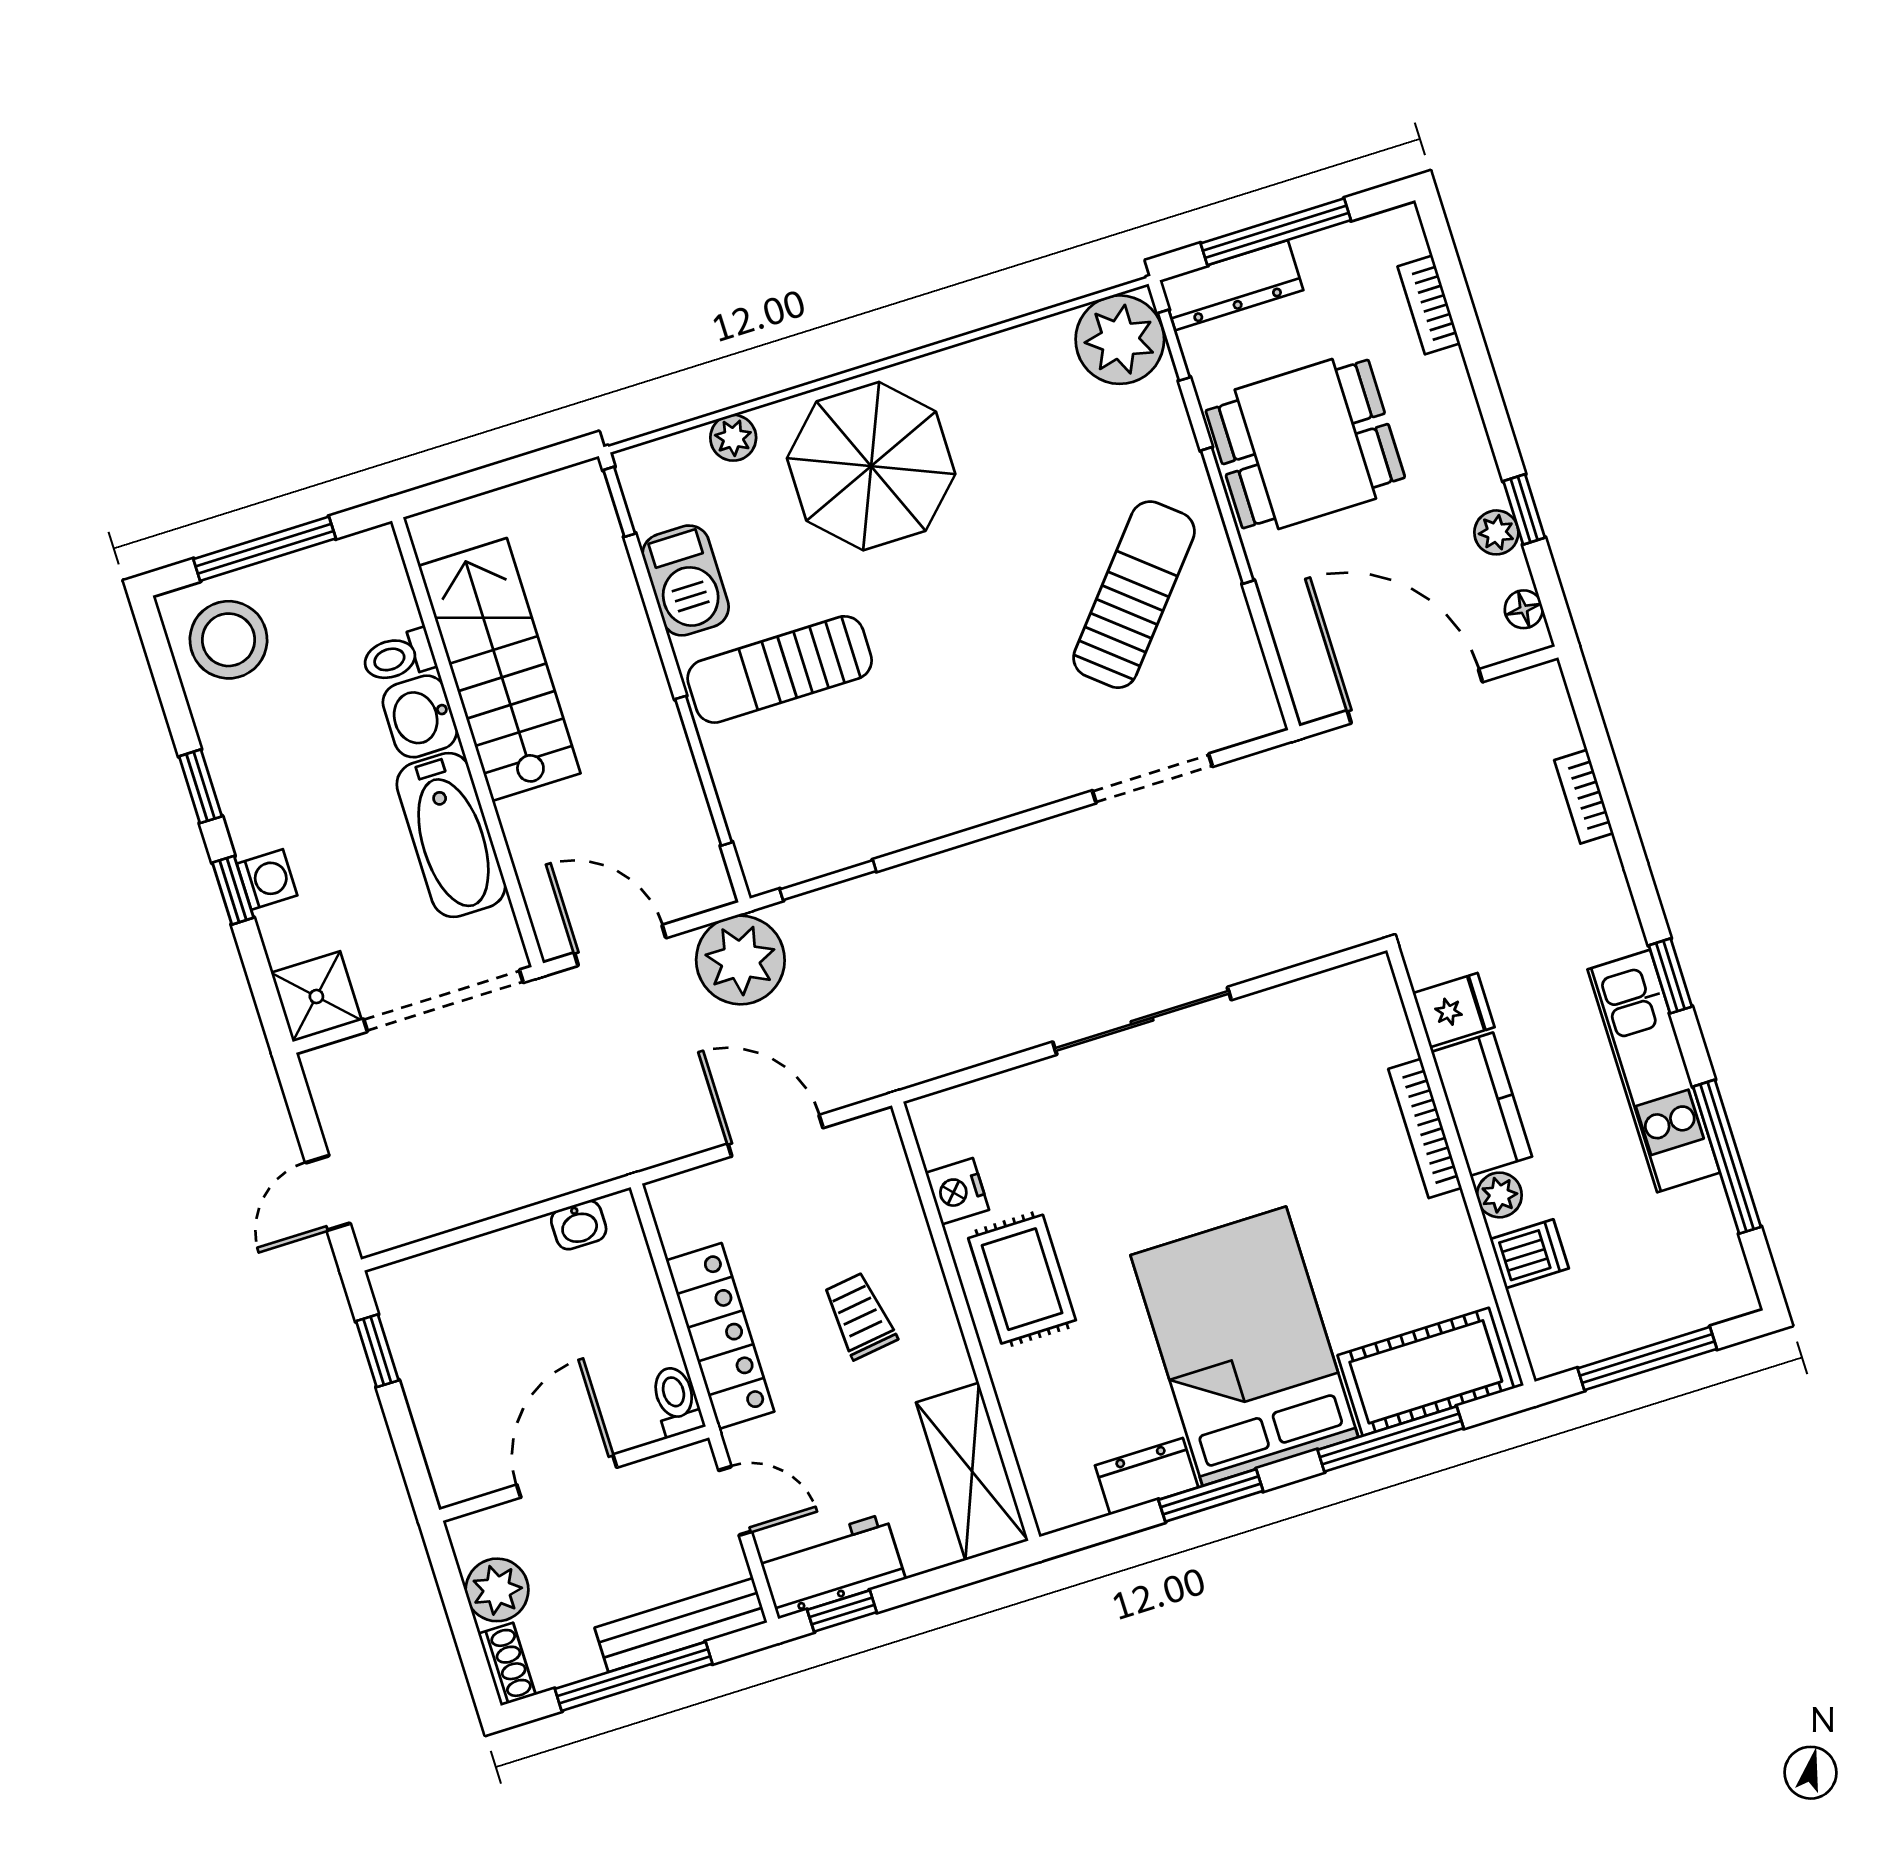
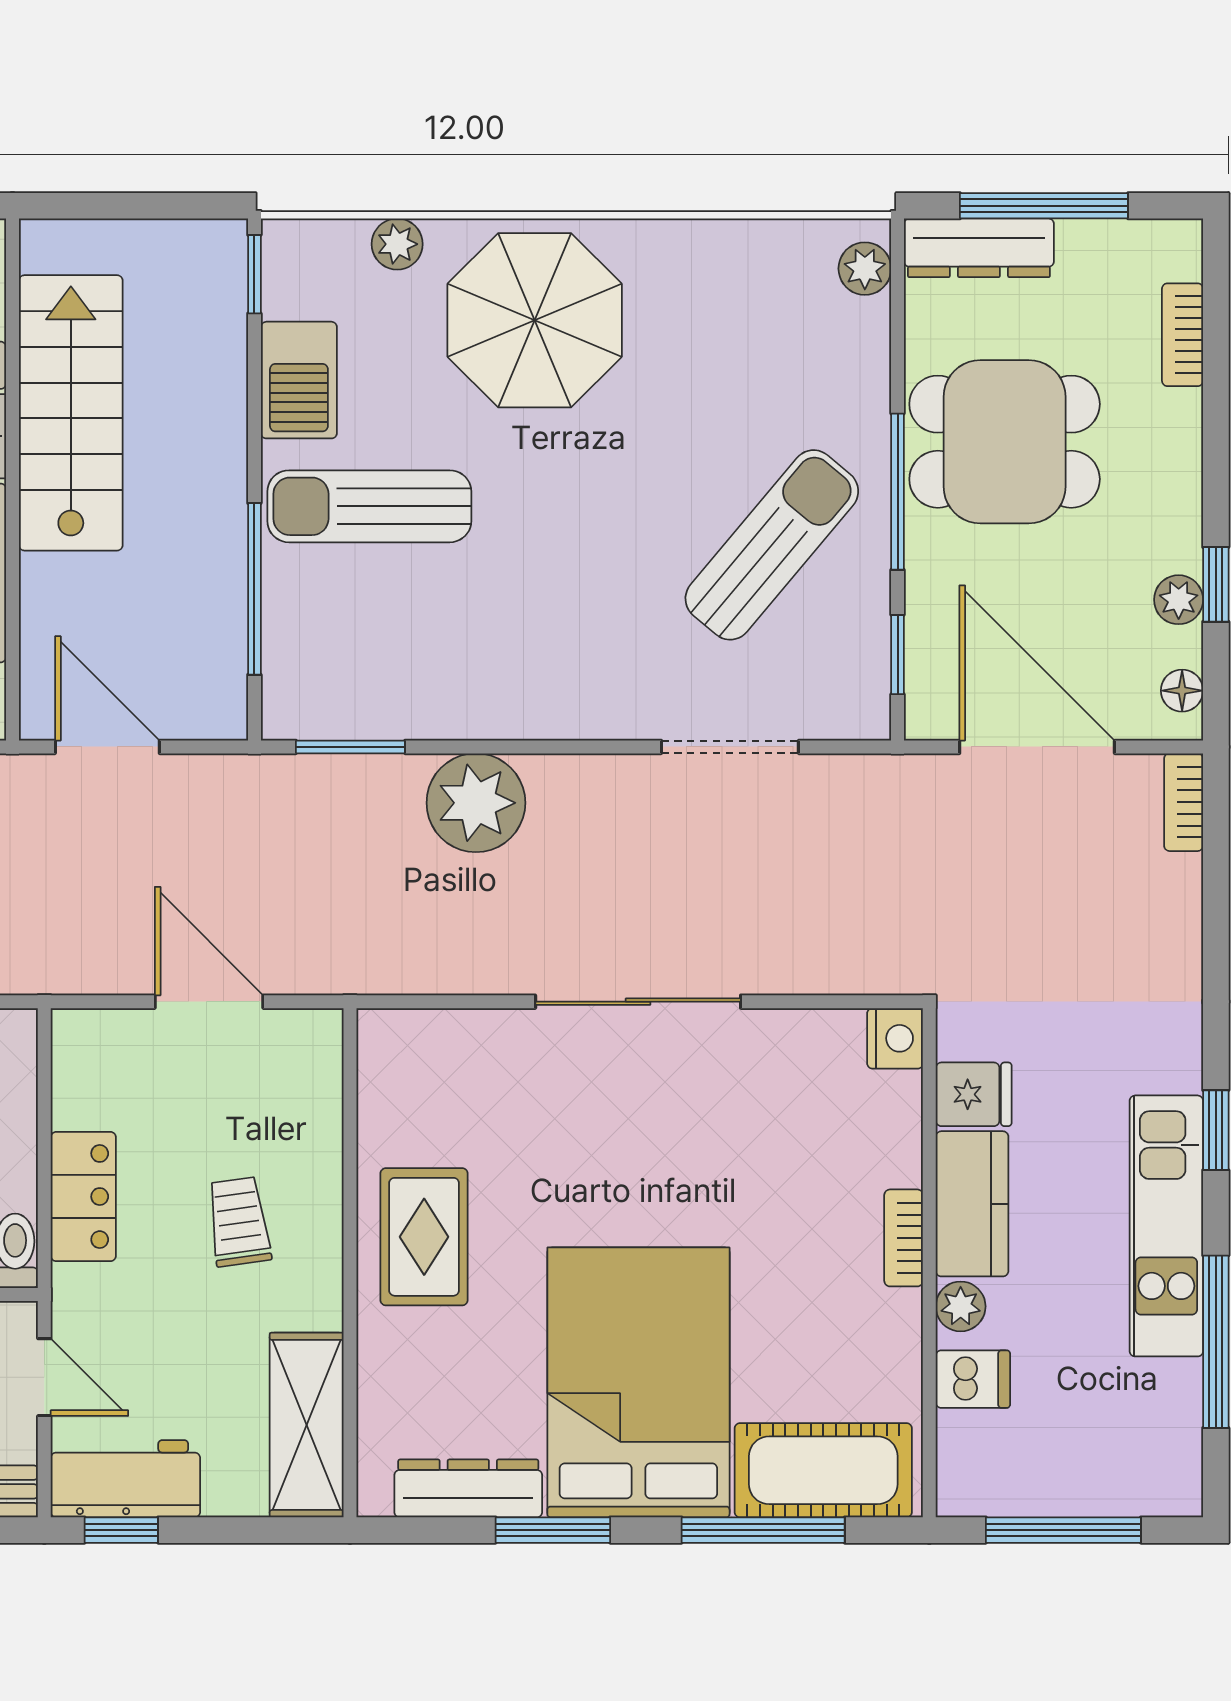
plant: (1120, 340) -> (865, 269), width x0.53, depth x0.53
window: (1174, 345) -> (898, 655), moved
bookcase: (1584, 797) -> (1184, 802), moved
plant: (740, 960) -> (476, 803), moved
bookcase: (1425, 1128) -> (904, 1238), width x0.64
nightstand: (957, 1191) -> (895, 1038), moved, turned 180
locker: (720, 1336) -> (83, 1197), width x0.66
dresser: (1147, 1476) -> (468, 1488), width x1.44

